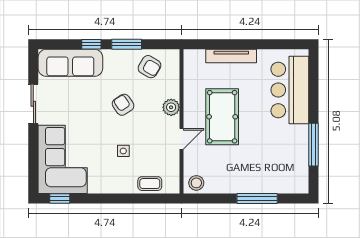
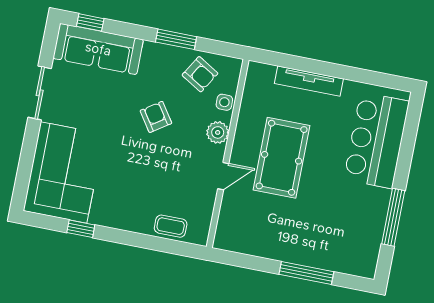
window: (91, 44) -> (90, 22), moved
side table: (123, 151) -> (224, 102), moved
stool: (196, 183) -> (231, 237), removed
window: (60, 199) -> (81, 229), moved

